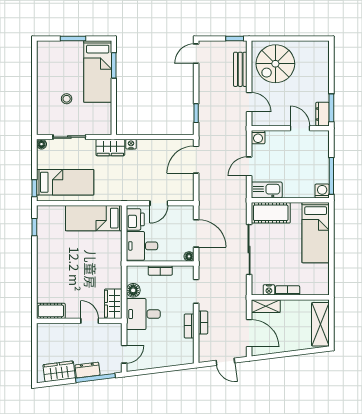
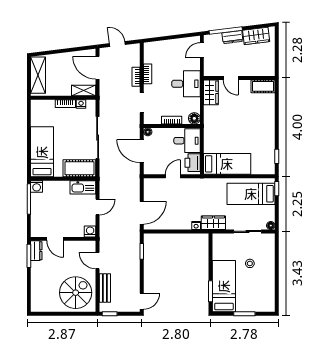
floor lamp: (133, 290) -> (194, 118), moved

